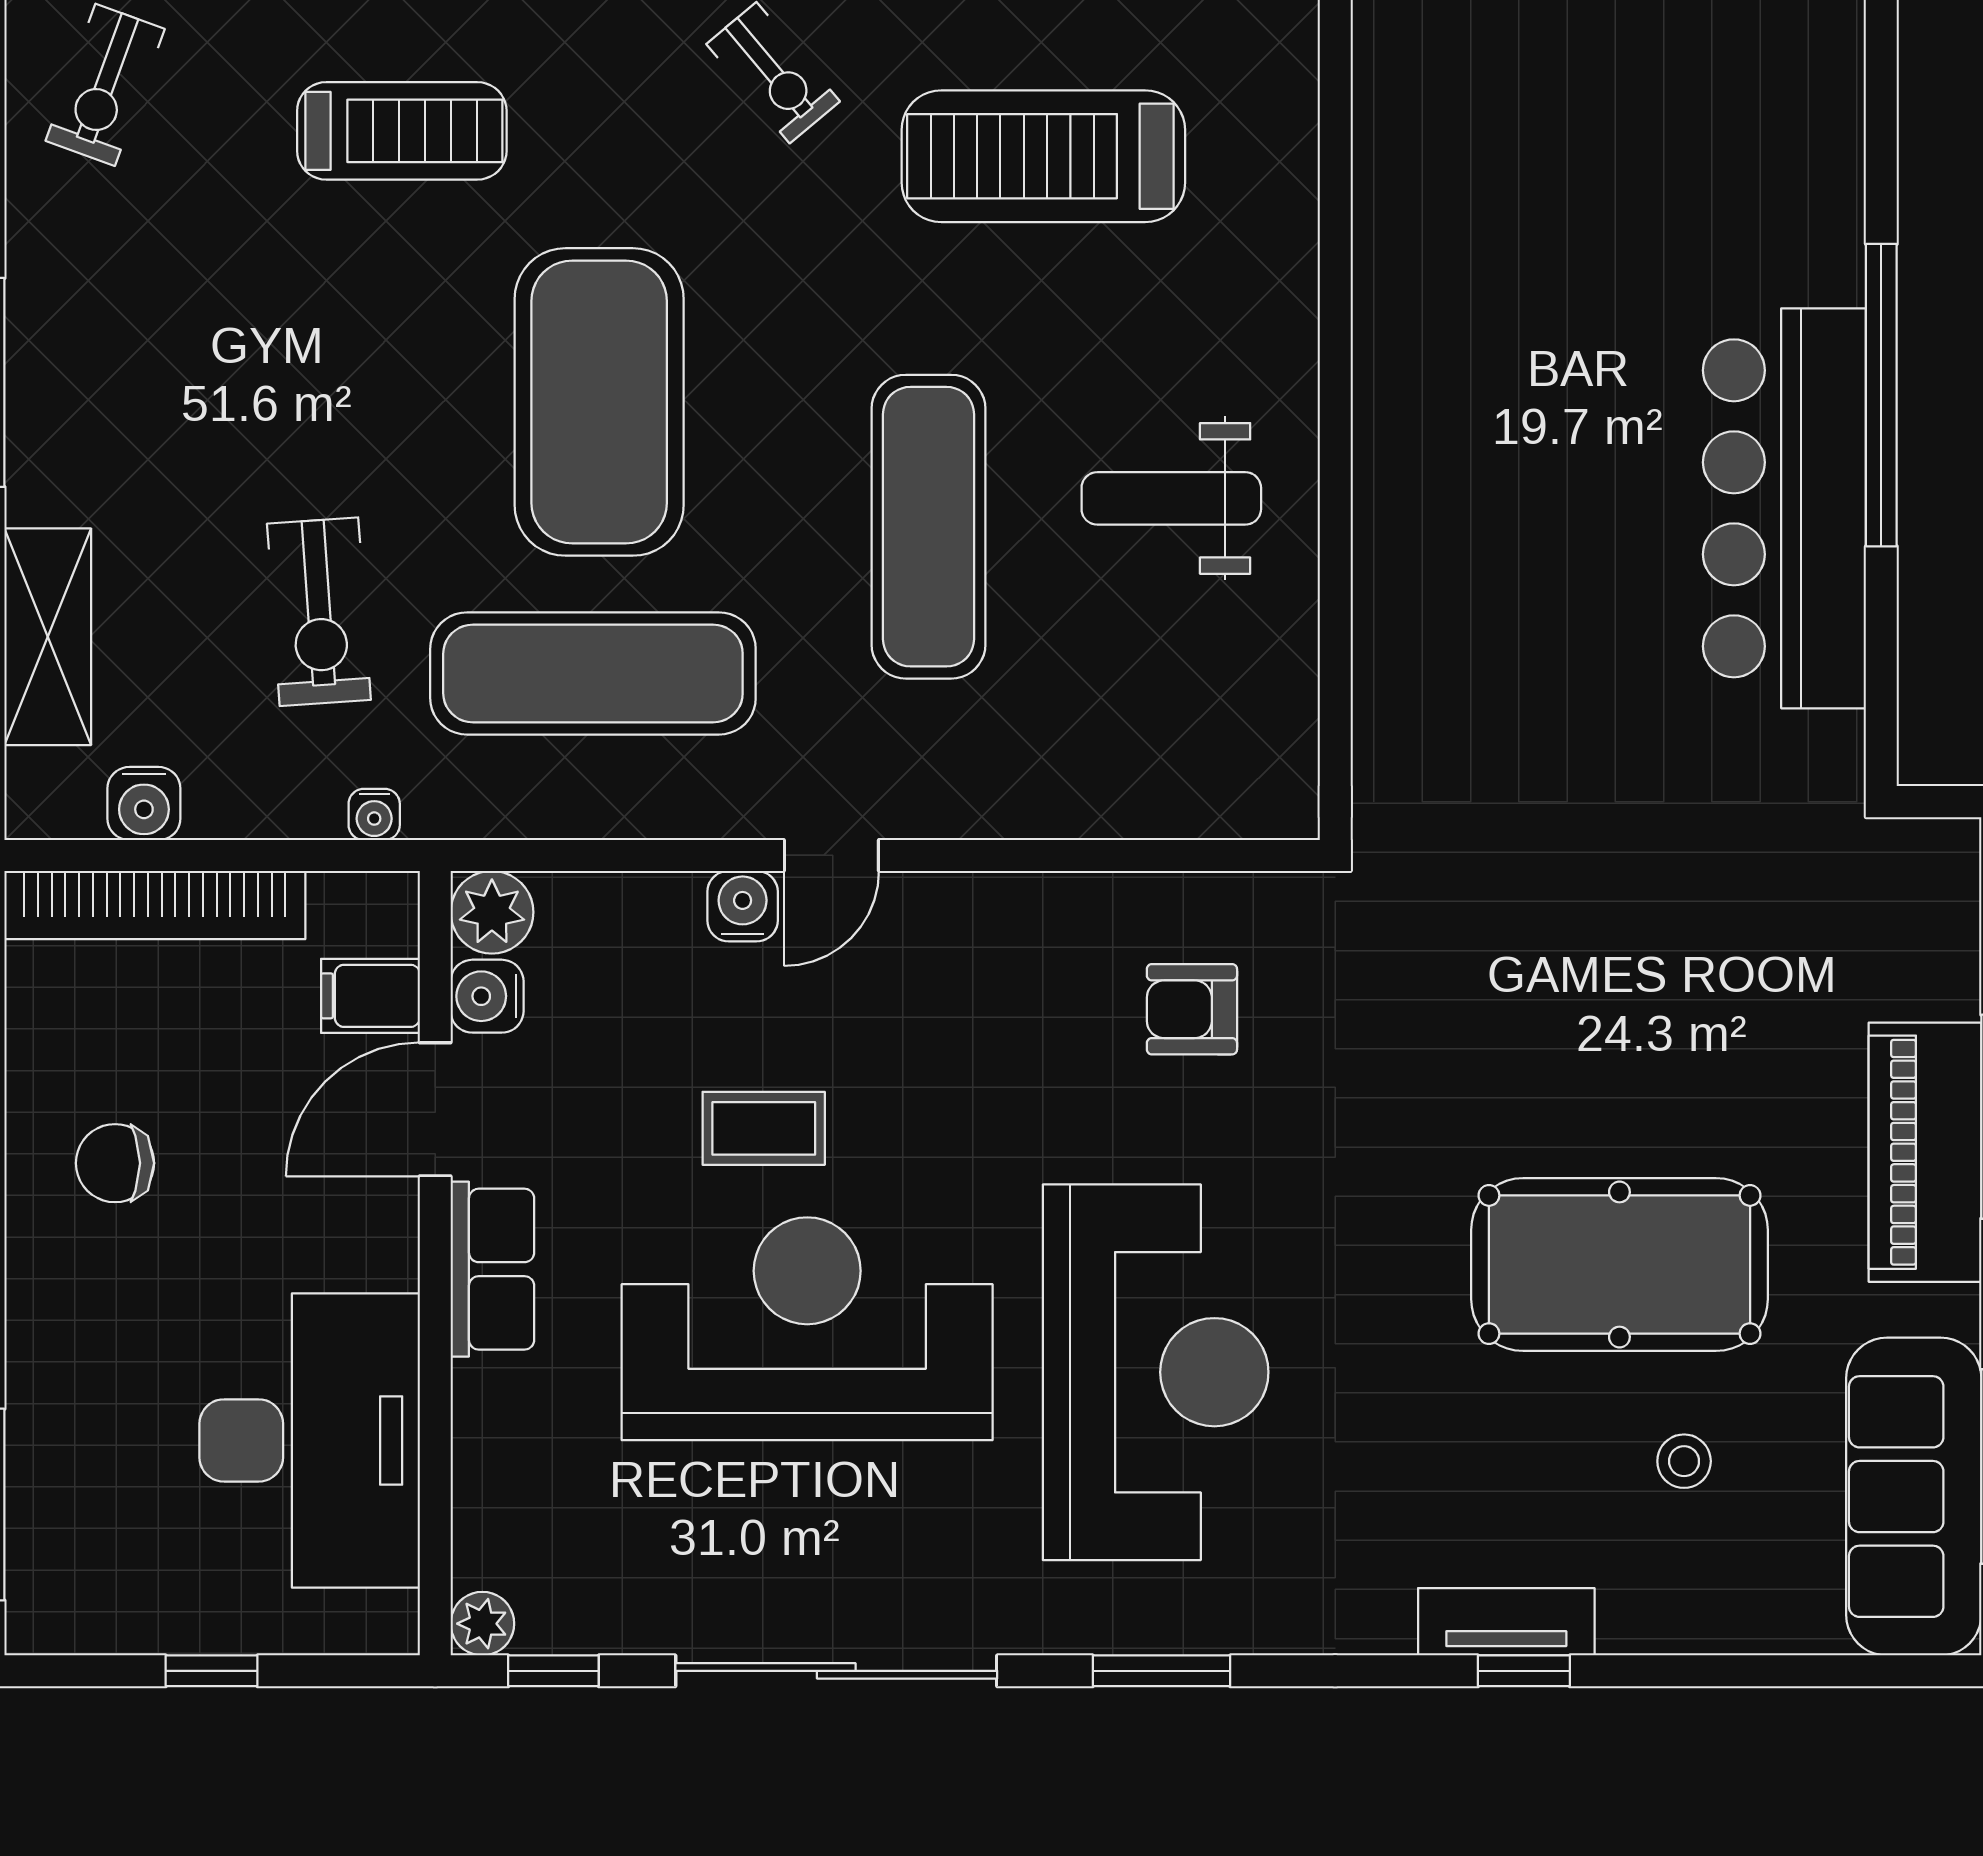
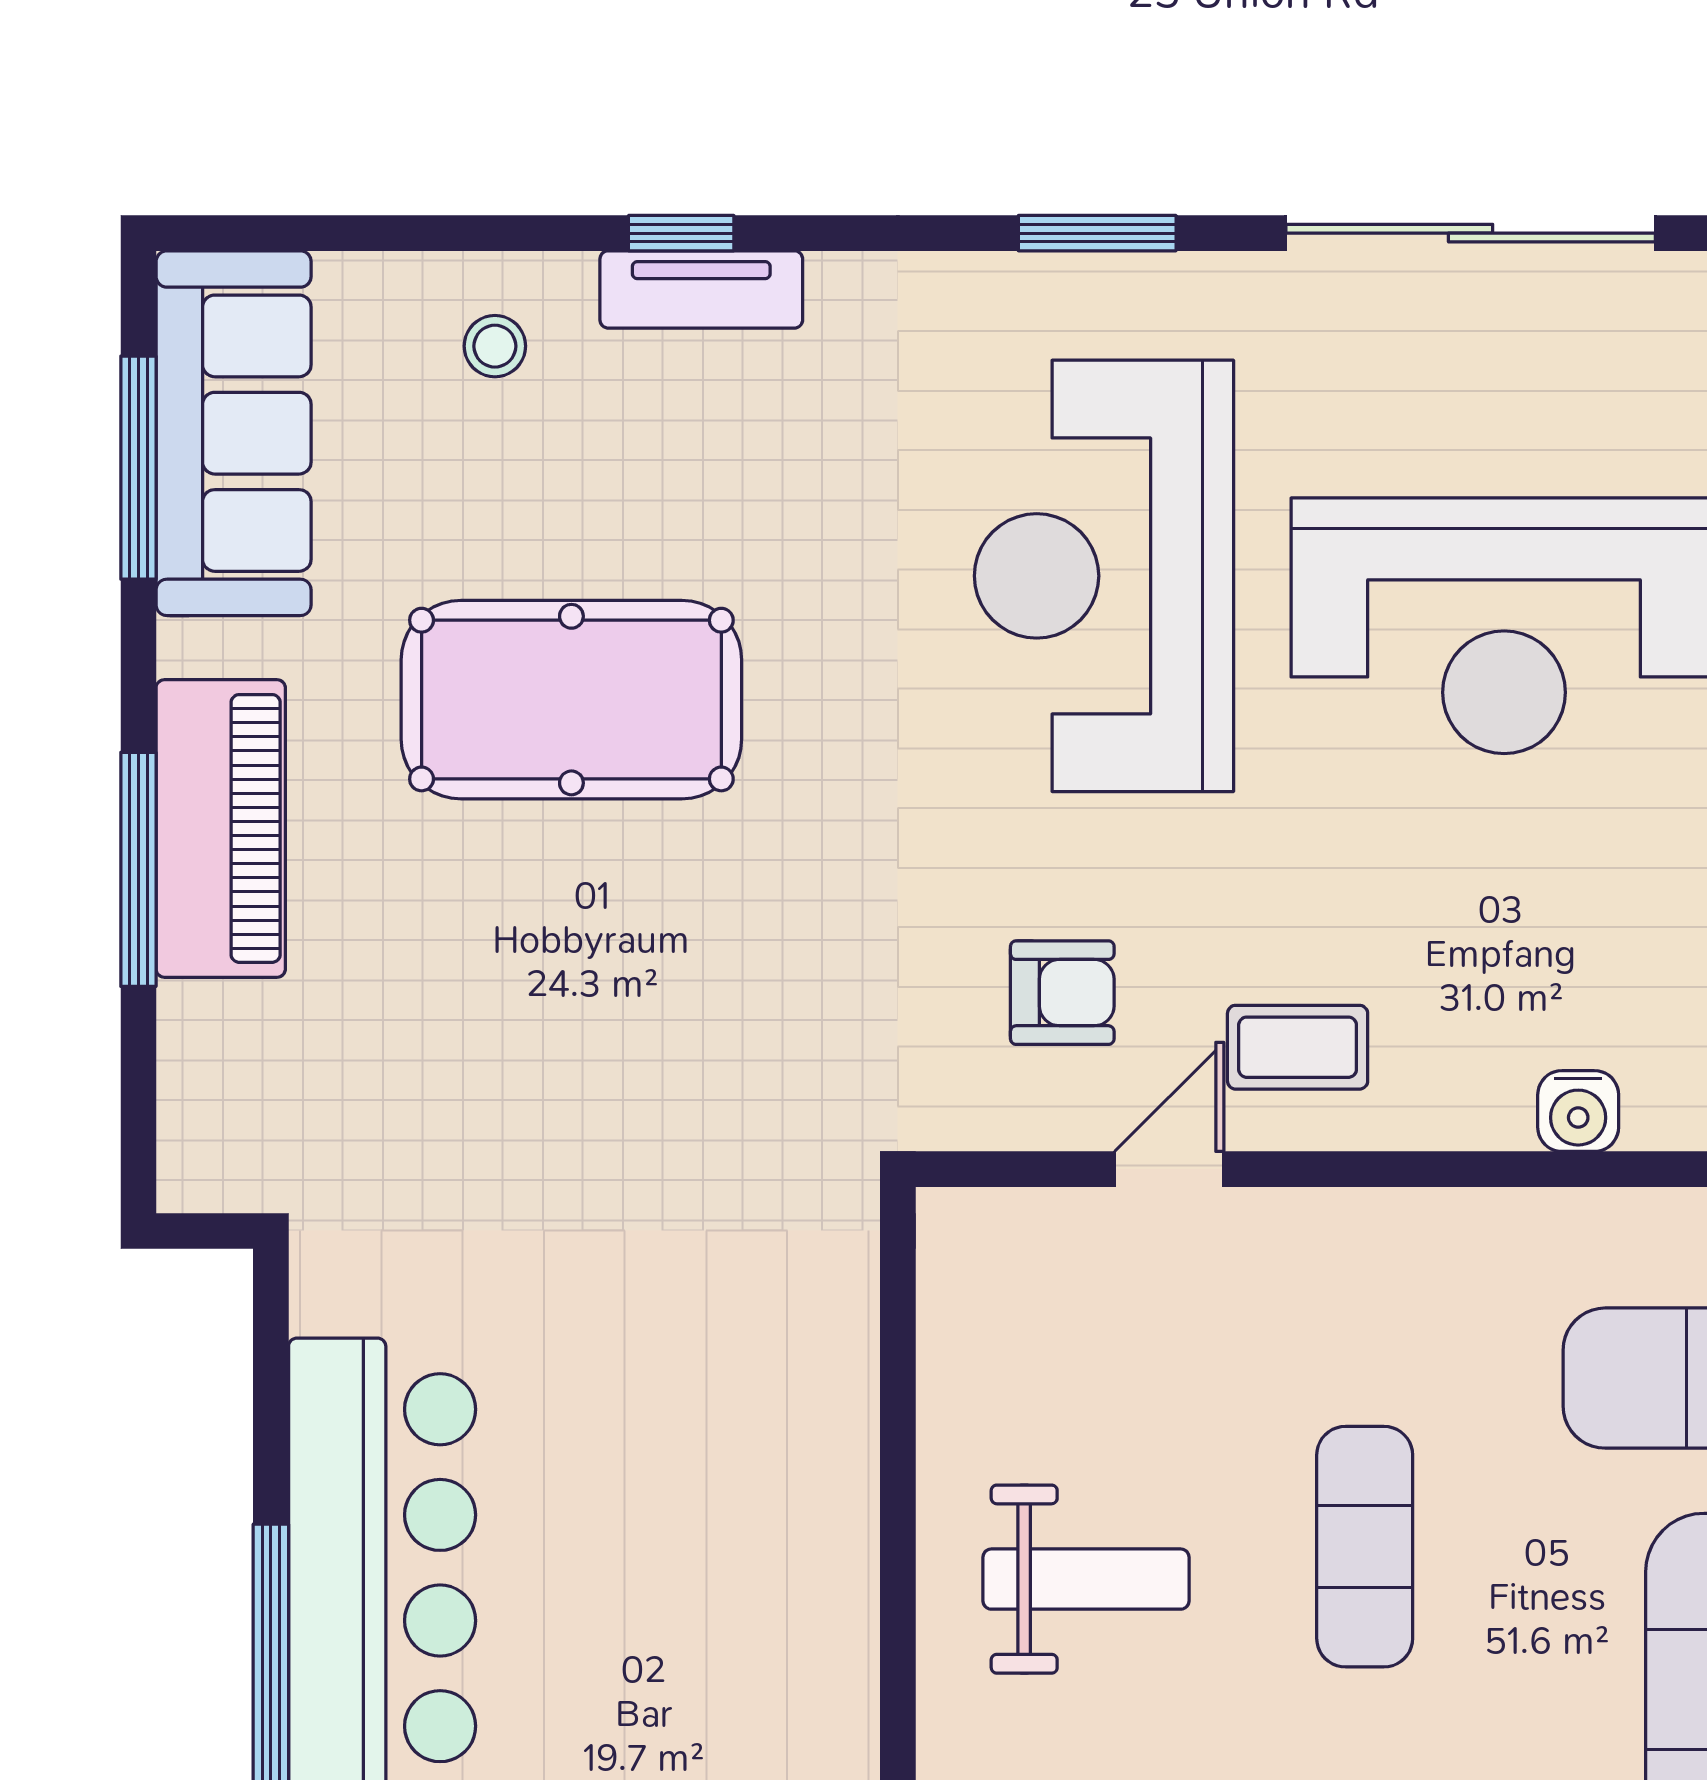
exercise mat: (928, 527) -> (1365, 1547), width x0.73, depth x0.69
door: (831, 855) -> (1169, 1169), moved
coffee table: (764, 1128) -> (1298, 1047), moved
stool: (1684, 1461) -> (495, 346), moved

